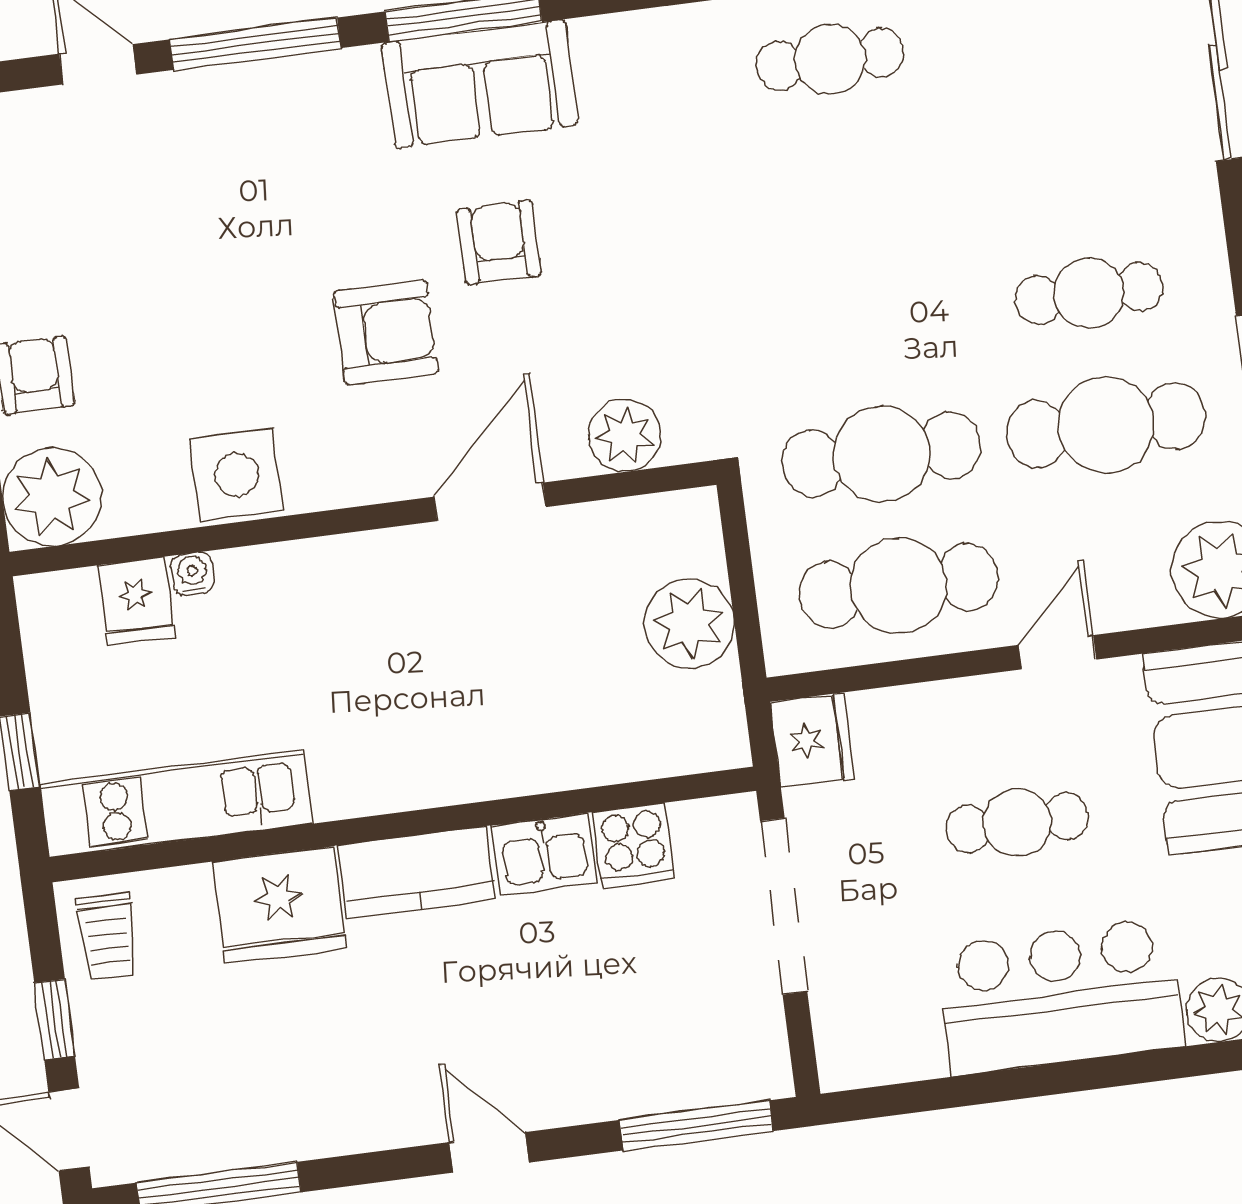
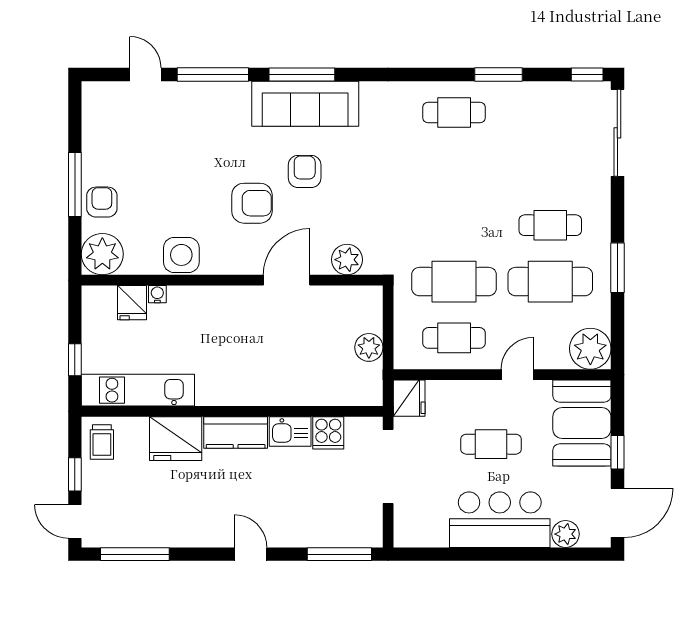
sofa: (480, 84) -> (305, 104), width x1.36
cafe table: (899, 586) -> (454, 338), width x0.73, depth x0.74
plant: (689, 623) -> (369, 347), width x0.73, depth x0.73

